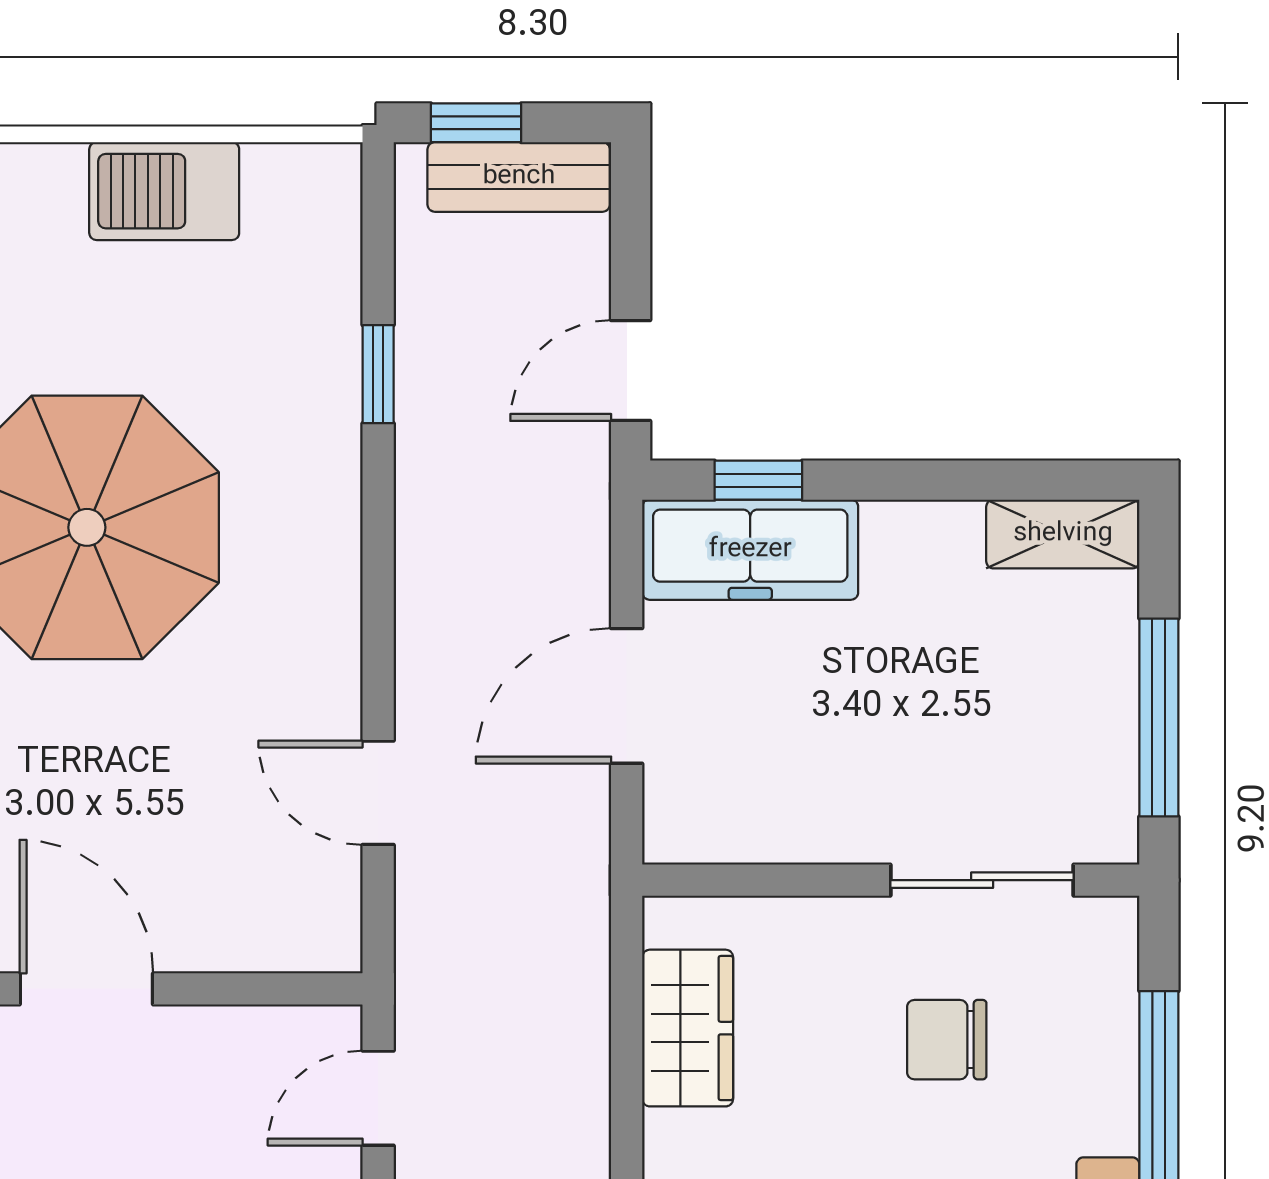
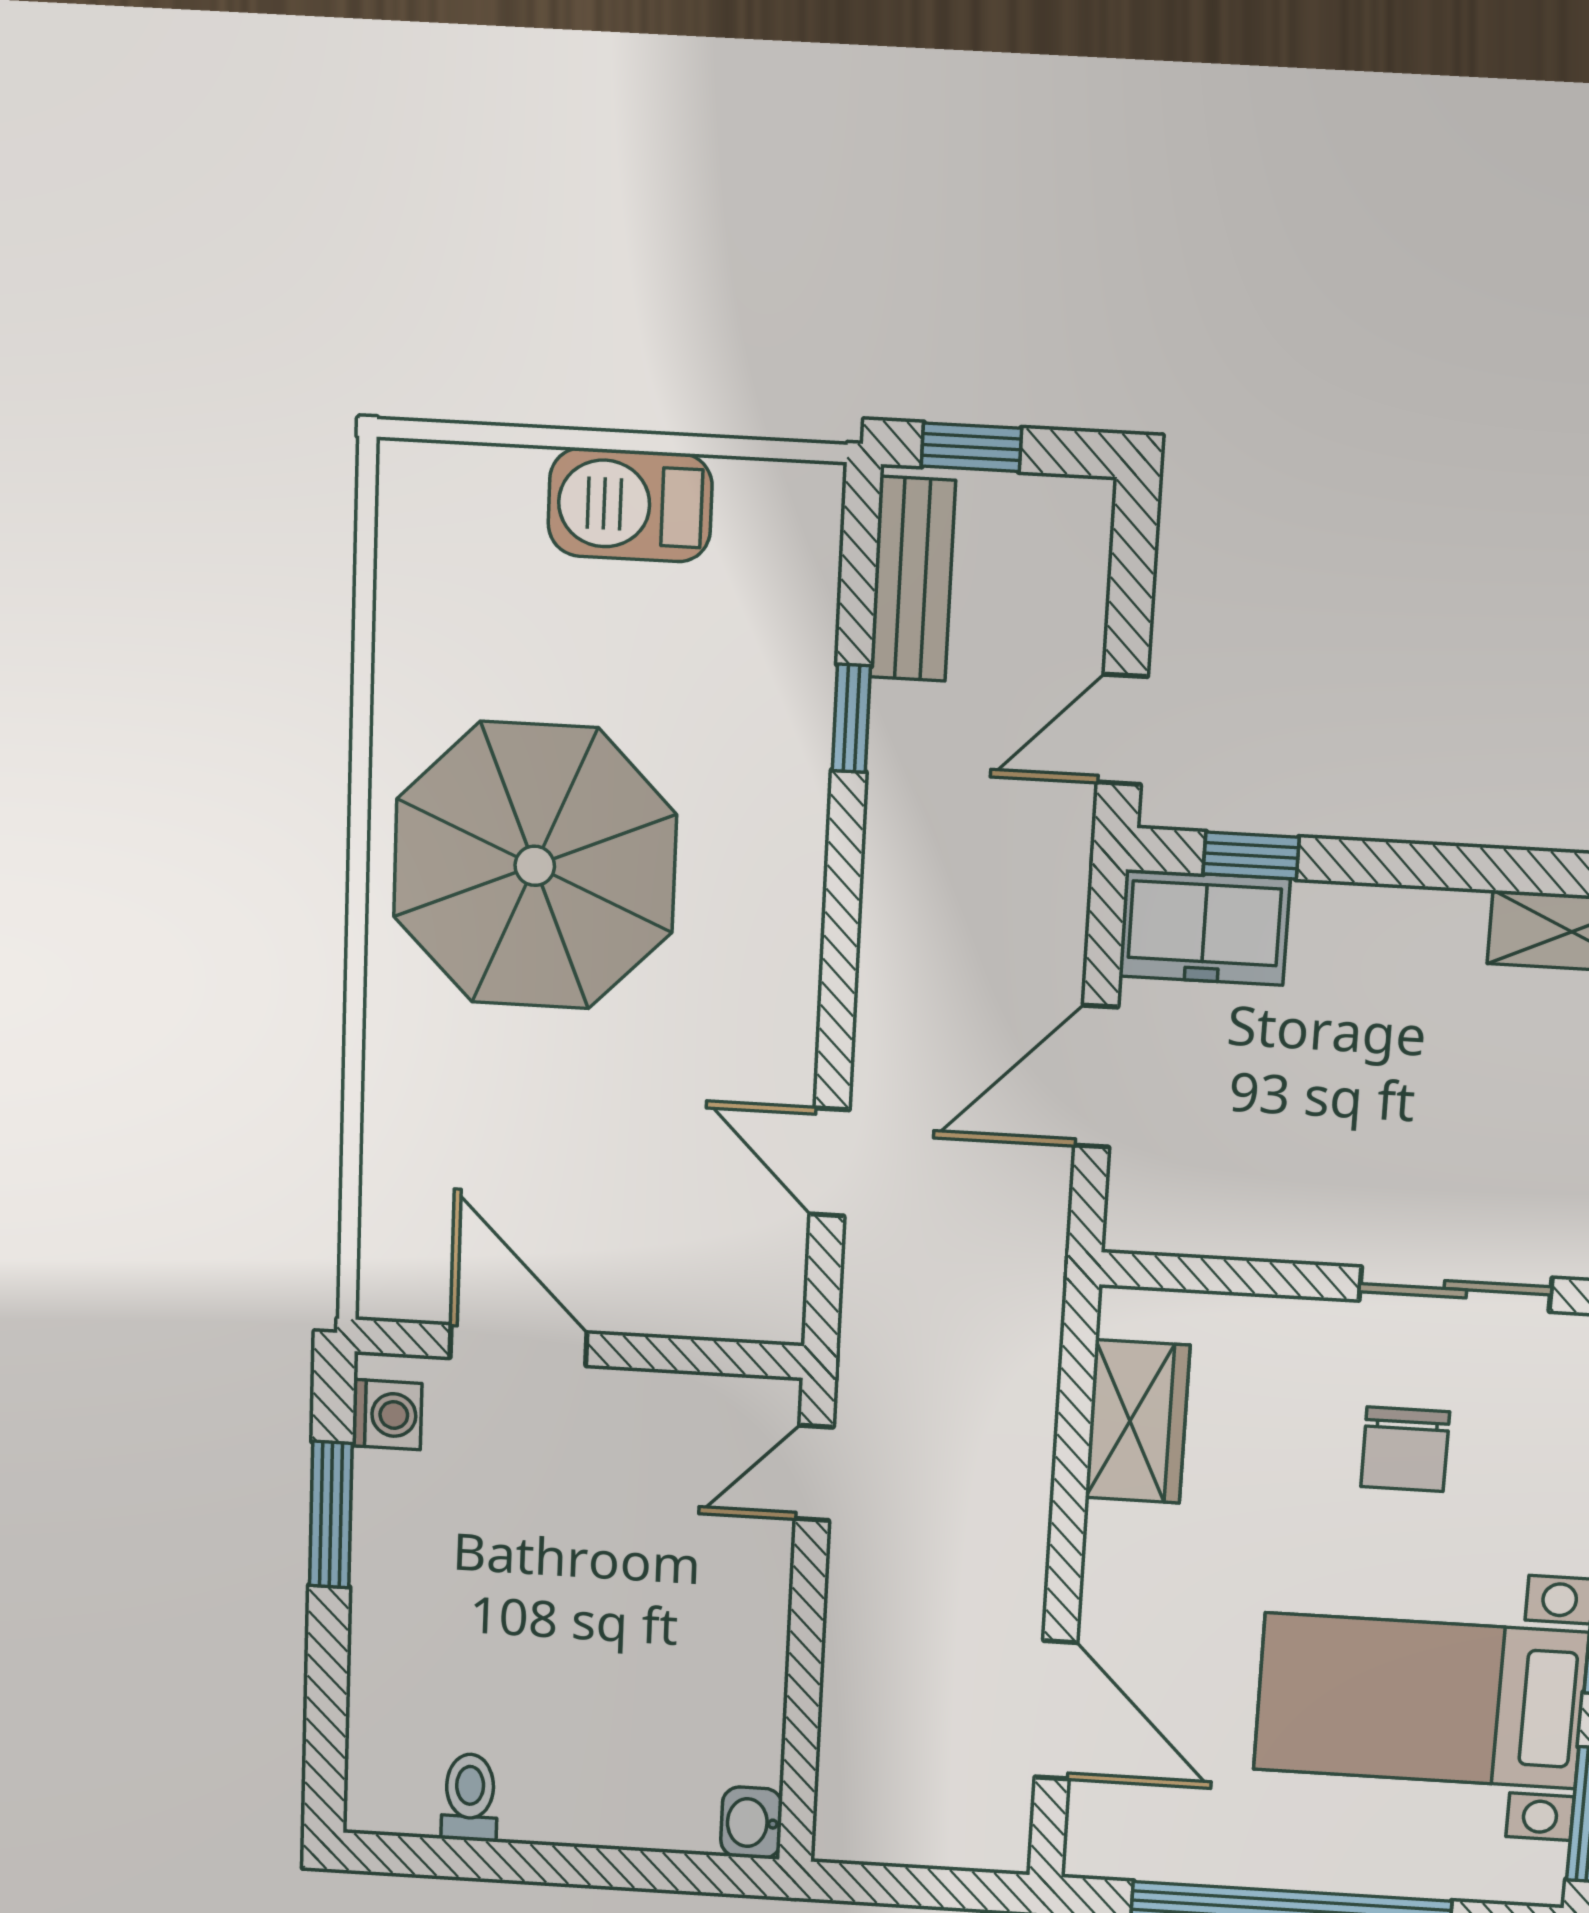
bench: (519, 177) -> (913, 579), moved, turned 90
freezer: (750, 550) -> (1204, 928), width x0.71
chair: (947, 1040) -> (1405, 1449), turned -90

